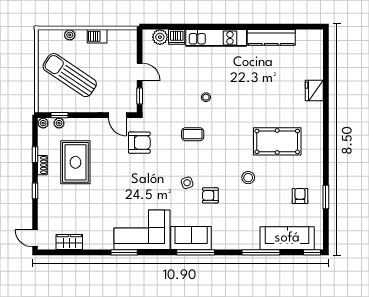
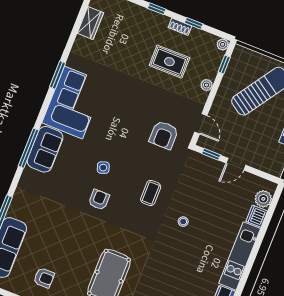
door: (117, 115) -> (201, 124), swing flipped
plant: (59, 123) -> (207, 85), moved
rug: (75, 162) -> (169, 62), width x0.73, depth x0.70
stool: (248, 178) -> (84, 232), removed
armchair: (210, 195) -> (99, 200), moved

